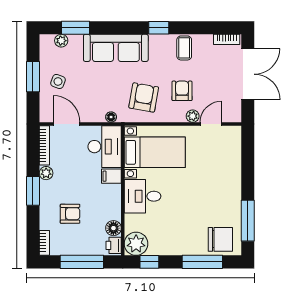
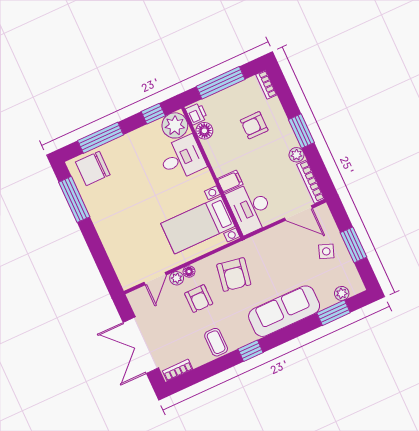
floor lamp: (111, 117) -> (189, 271), moved
desk: (143, 196) -> (182, 158), moved

